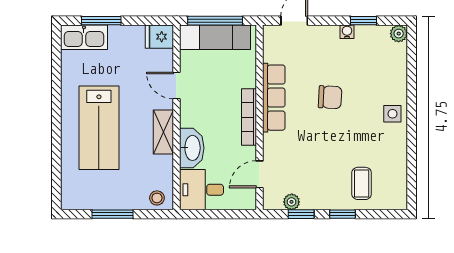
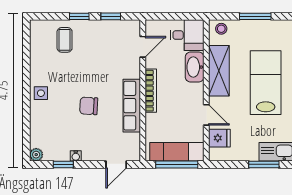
fridge: (159, 37) -> (219, 138), moved
shelving: (163, 132) -> (219, 71), width x1.50, depth x1.33
plant: (292, 202) -> (118, 26), removed

